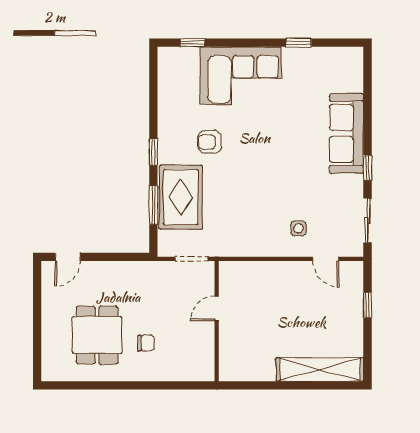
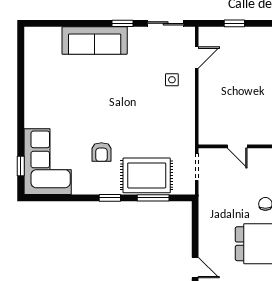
window: (299, 43) -> (21, 80), removed
corner sofa: (240, 76) -> (48, 162), moved

